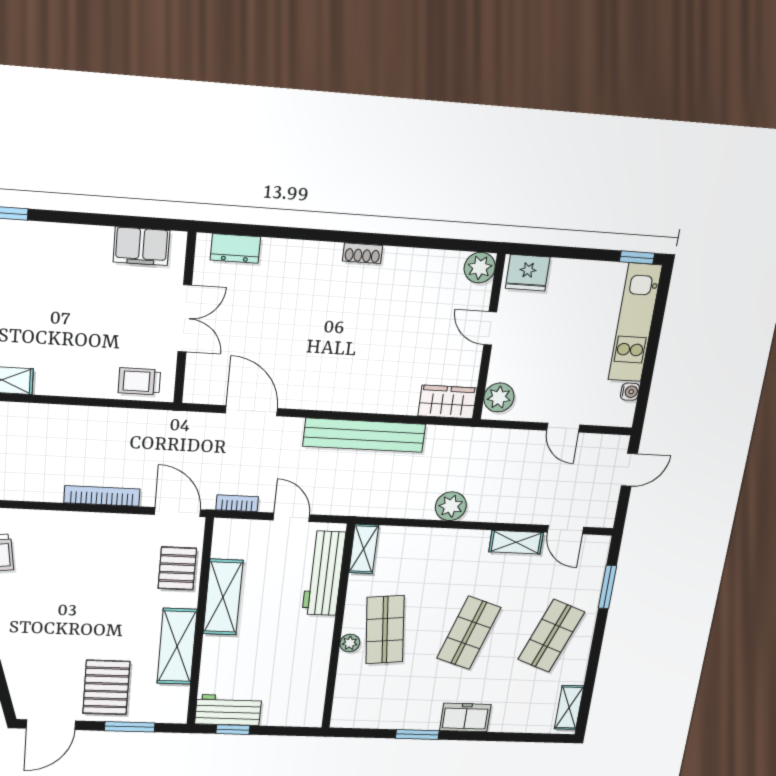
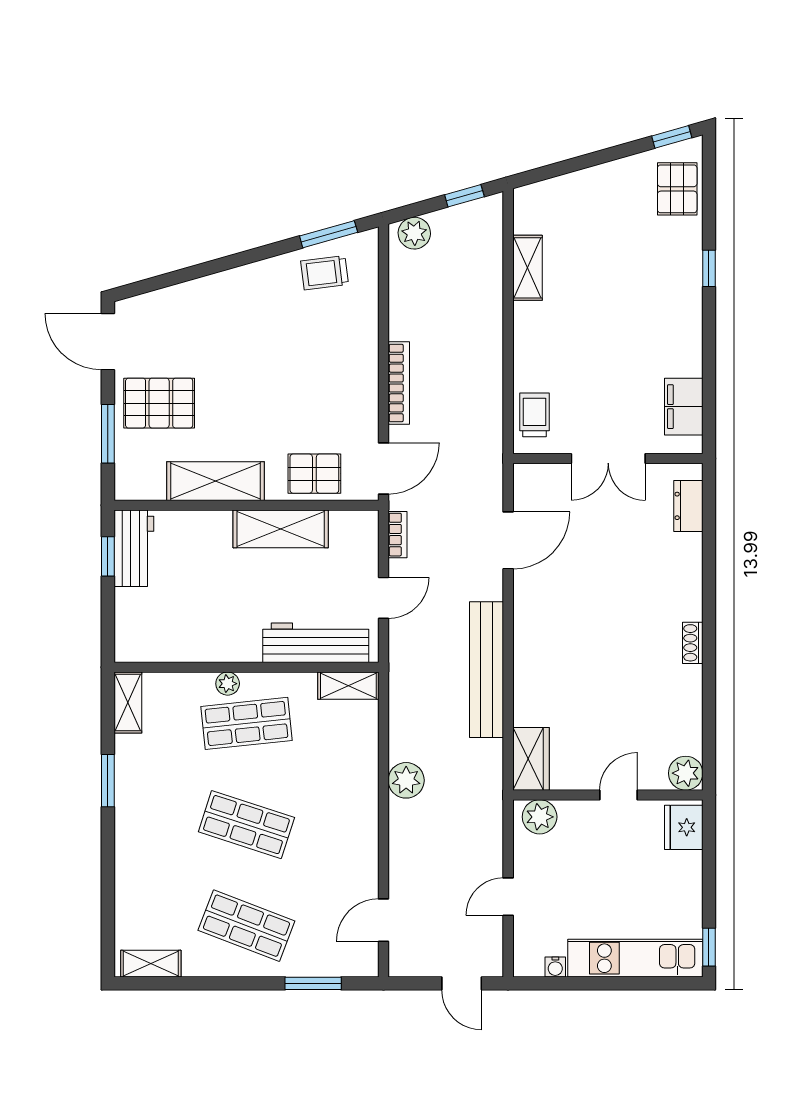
shelving: (516, 542) -> (128, 702), moved
freezer: (465, 717) -> (133, 837), removed

